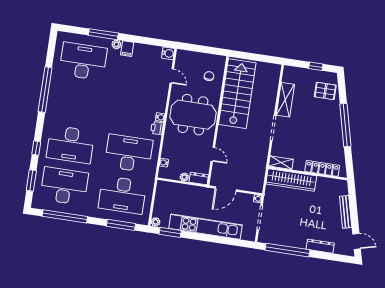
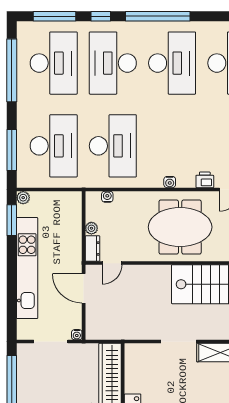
window: (45, 90) -> (158, 16), moved
desk: (77, 103) -> (172, 63), added
meeting table: (193, 115) -> (180, 227), turned 90
printer: (157, 128) -> (205, 180), moved
door: (213, 154) -> (112, 263), moved
shelving: (281, 163) -> (132, 360), removed
window: (31, 181) -> (55, 16), width x1.44
desk: (122, 195) -> (54, 146), turned 180

